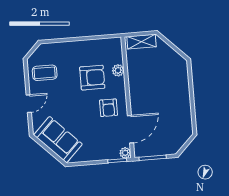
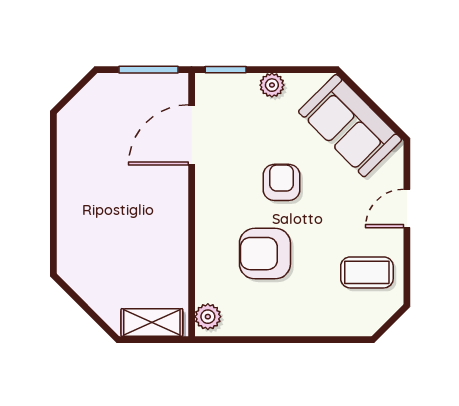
plant: (118, 70) -> (208, 317), moved
armchair: (108, 108) -> (281, 182), moved
plant: (125, 153) -> (272, 85), moved

